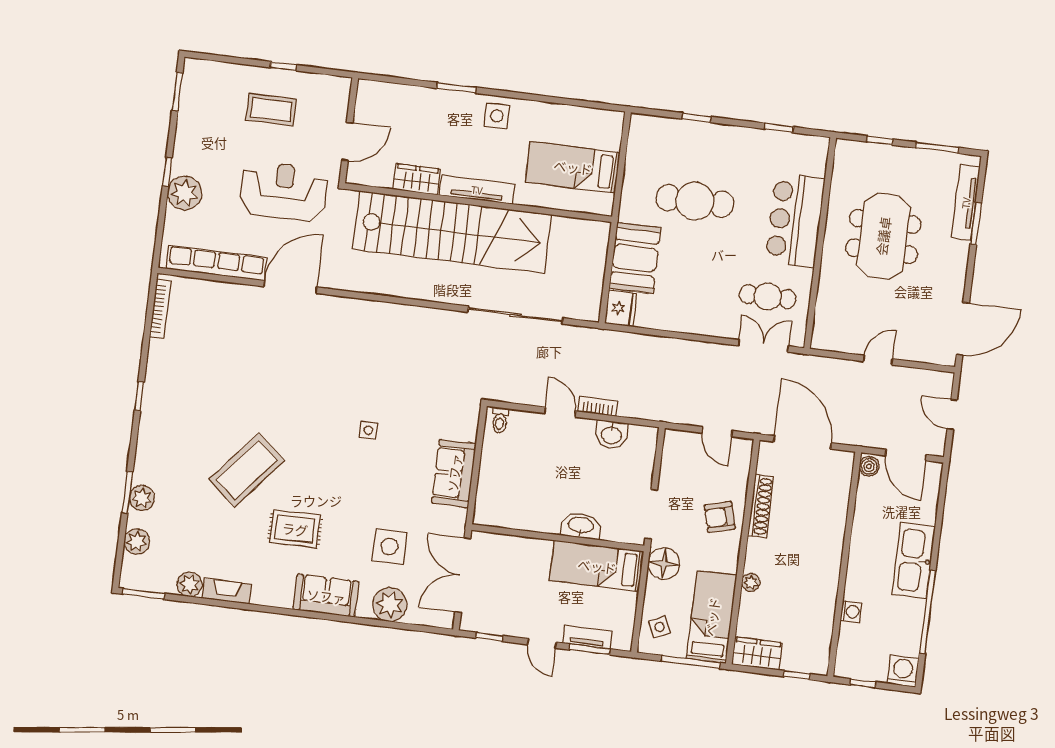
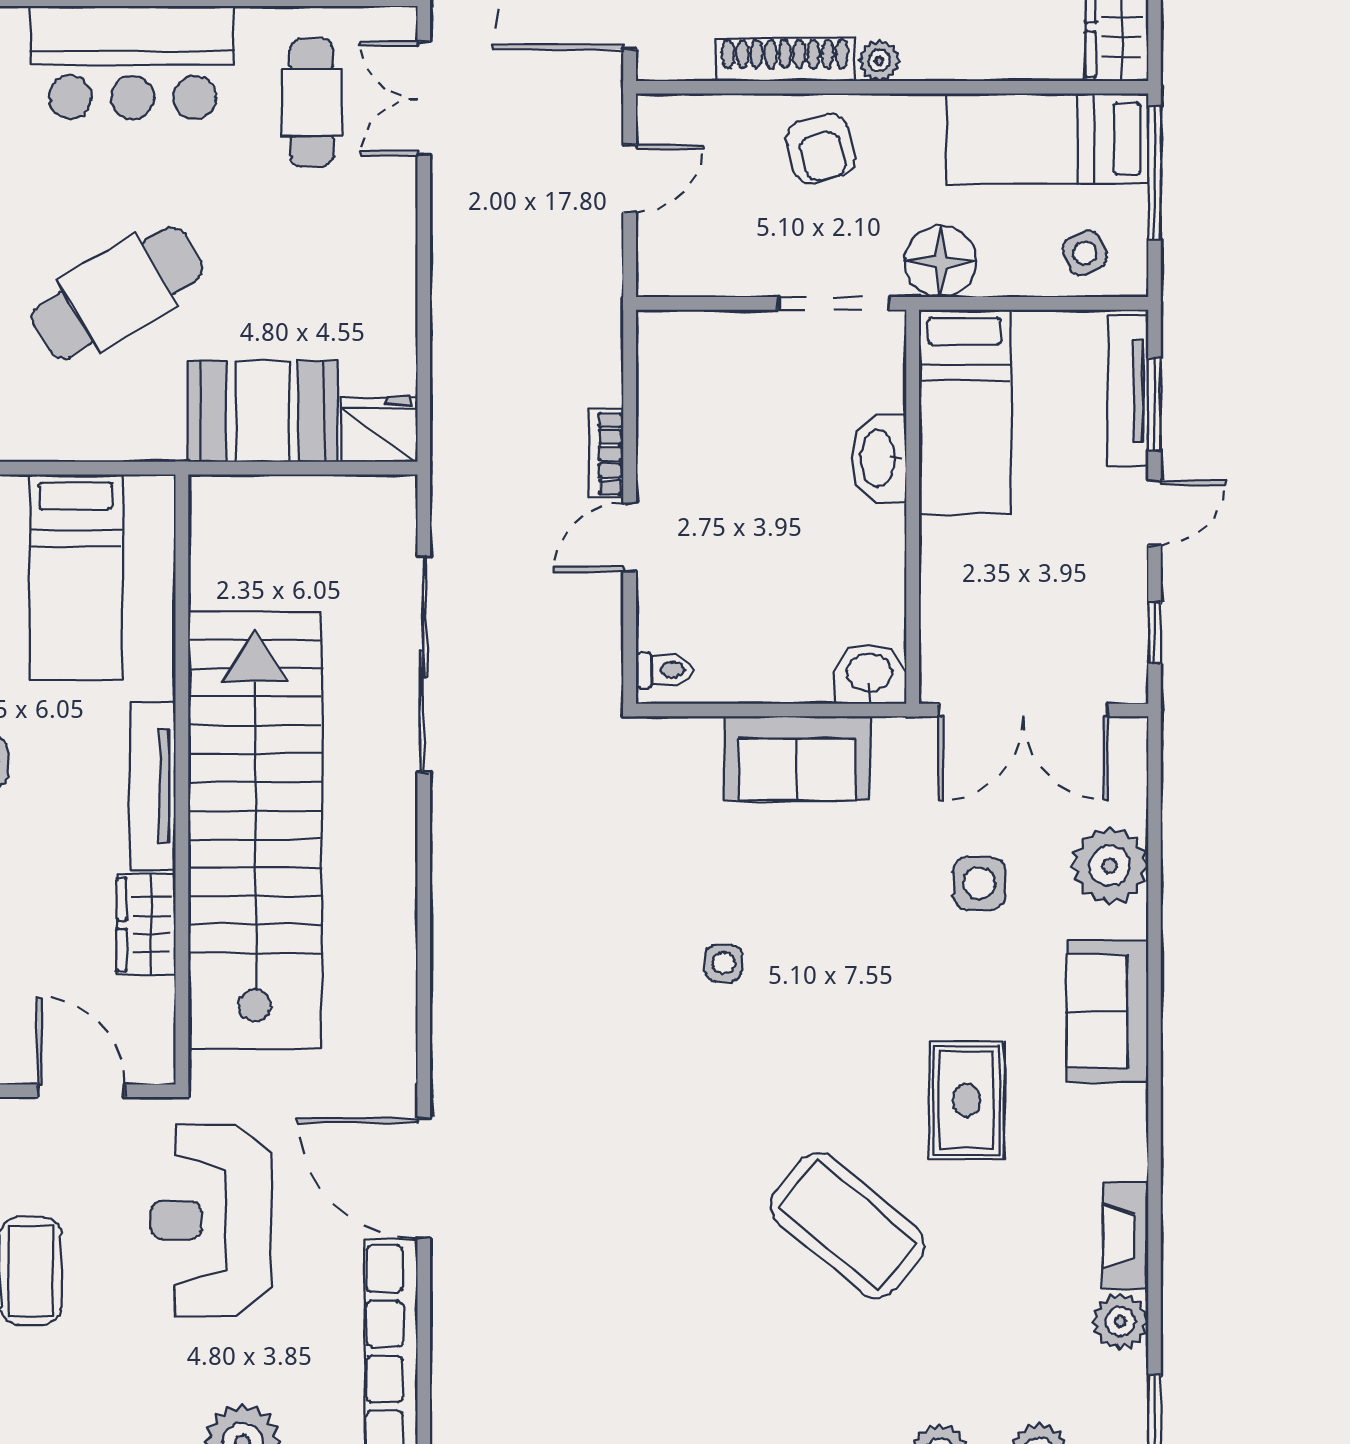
cafe table: (695, 201) -> (117, 293), turned 59
washbasin: (611, 435) -> (869, 674), moved, turned -90
side table: (389, 546) -> (979, 883), width x0.73, depth x0.73
plant: (751, 582) -> (879, 61), moved
tv unit: (587, 637) -> (1128, 391), width x1.41

